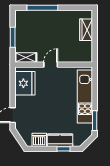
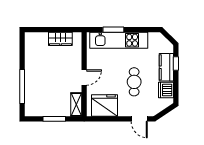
wardrobe: (86, 30) -> (60, 39), moved
door: (51, 65) -> (84, 77), swing flipped
cafe table: (47, 111) -> (134, 82), added
window: (95, 121) -> (113, 30), moved

